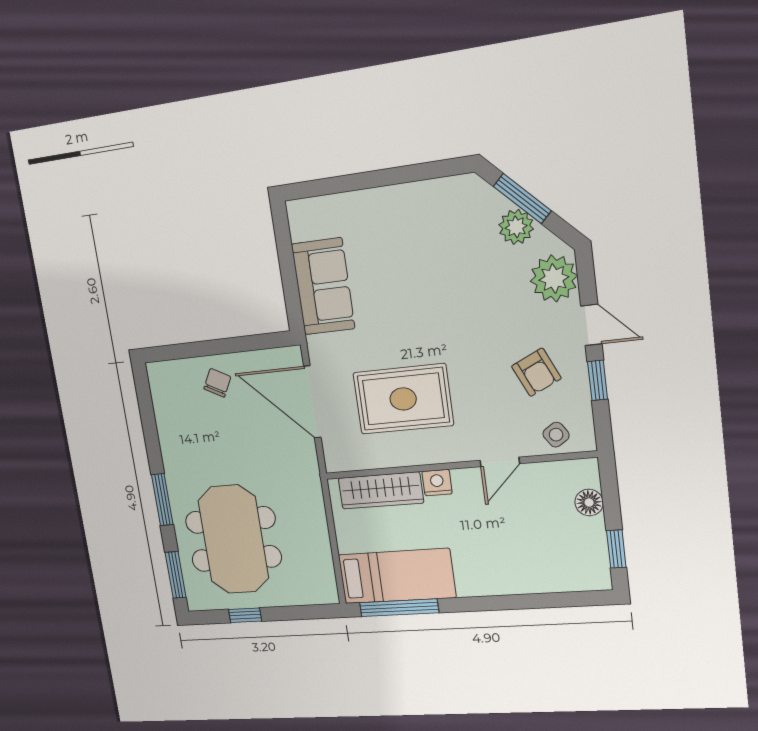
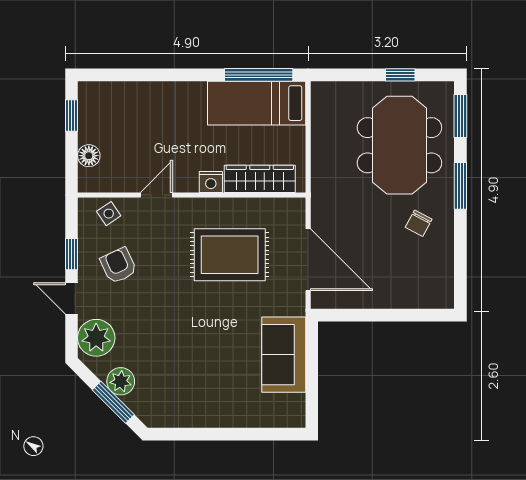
chair: (217, 383) -> (419, 223), moved

